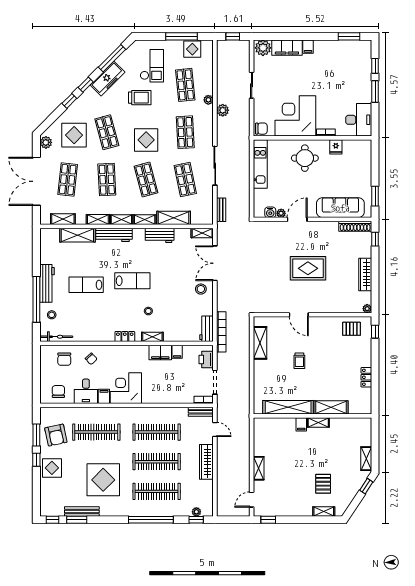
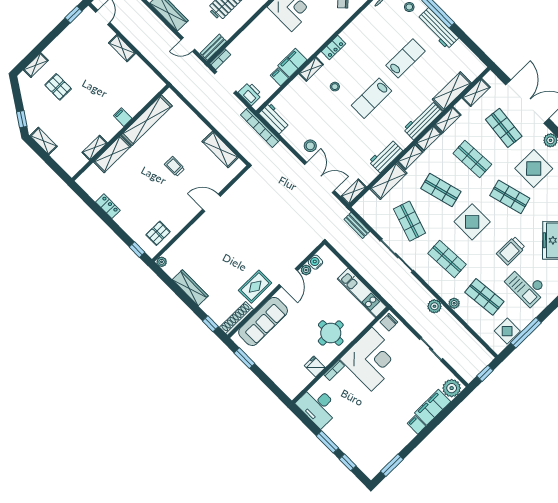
shop shelf: (185, 180) -> (410, 221), turned 30
rug: (308, 268) -> (255, 287), moved, width x0.73, depth x0.70
shelving: (318, 422) -> (95, 148), moved

